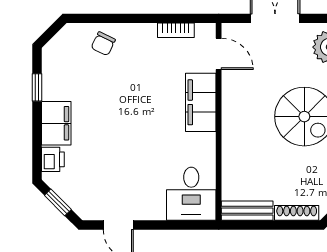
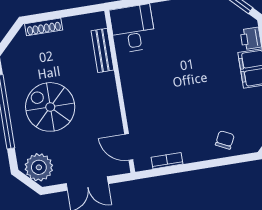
filing cabinet: (201, 102) -> (137, 105), removed
bench: (247, 211) -> (102, 50), moved, turned 90

